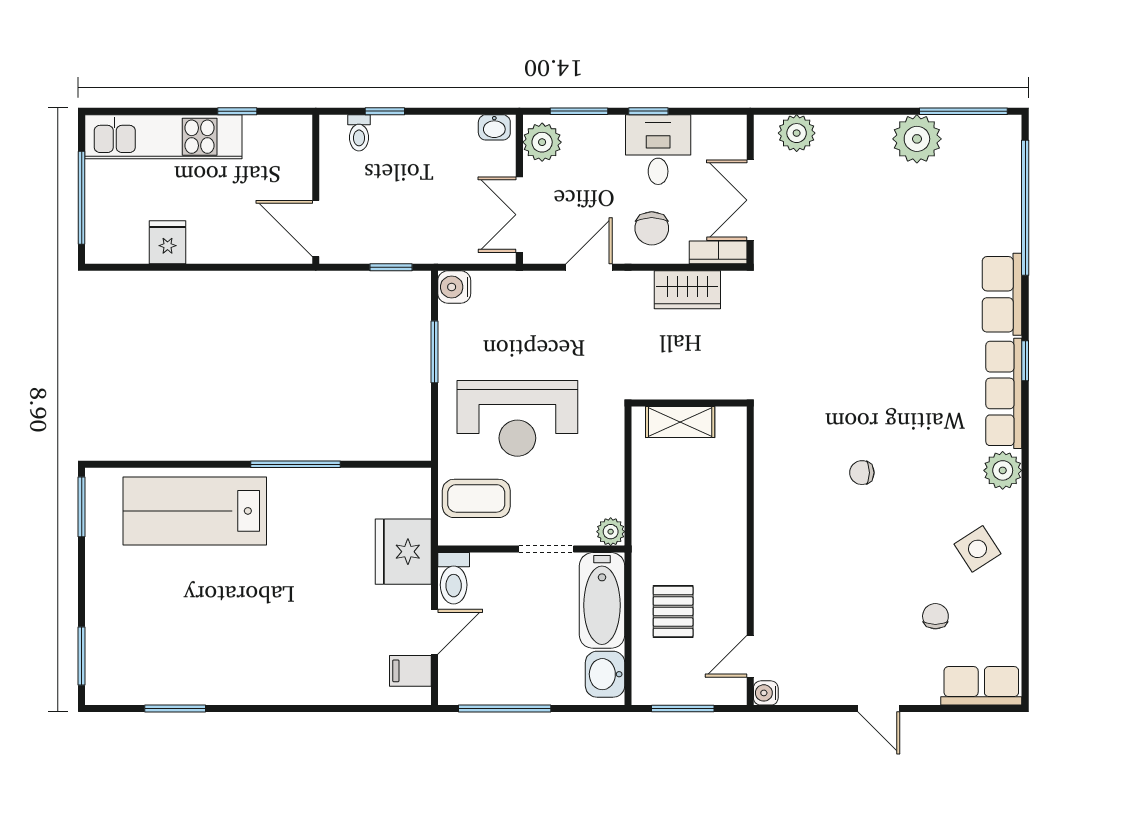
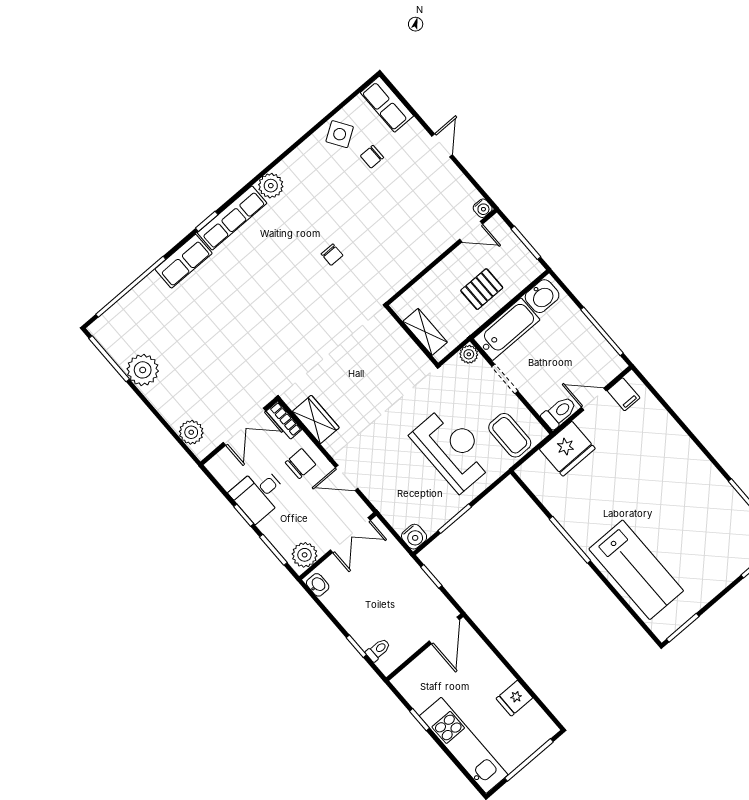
wall: (689, 403) -> (412, 335), moved
shelving: (680, 422) -> (425, 332), moved
side table: (978, 549) -> (340, 134), moved

